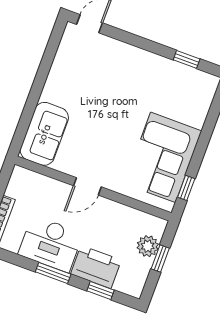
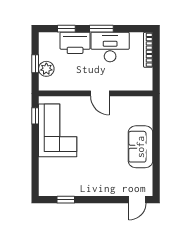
sofa: (44, 134) -> (140, 147), moved
door: (87, 186) -> (100, 93), swing flipped

